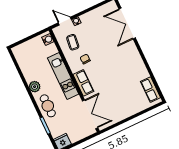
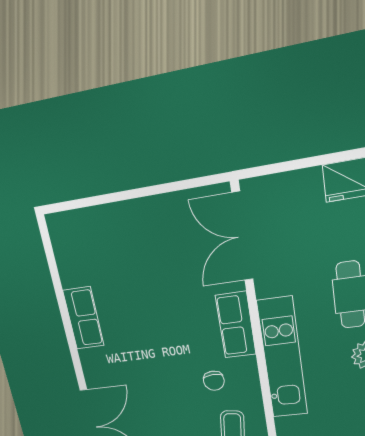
row of seats: (150, 90) -> (83, 318), moved

